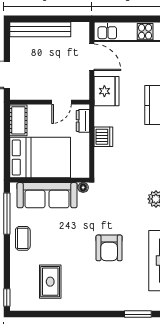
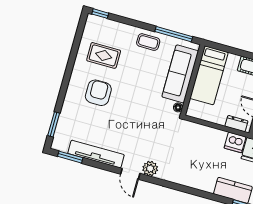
dishwasher: (103, 137) -> (235, 142), moved
bed: (40, 158) -> (209, 75), width x0.67
armchair: (109, 248) -> (98, 93), moved, turned 90

